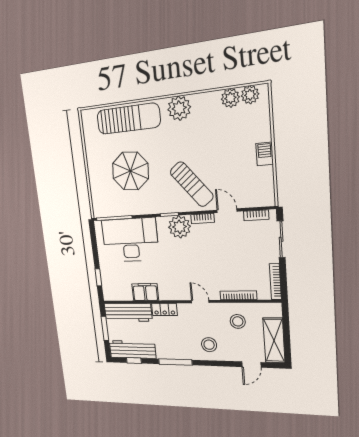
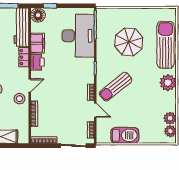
sun lounger: (128, 119) -> (165, 45), turned 180
barbecue: (265, 154) -> (125, 135), width x1.88, depth x1.53
door: (227, 211) -> (95, 110), hinge flipped
plant: (179, 227) -> (86, 75), removed
floor lamp: (111, 292) -> (38, 15), added
printer: (169, 292) -> (37, 62), added
stool: (238, 321) -> (19, 99), moved

